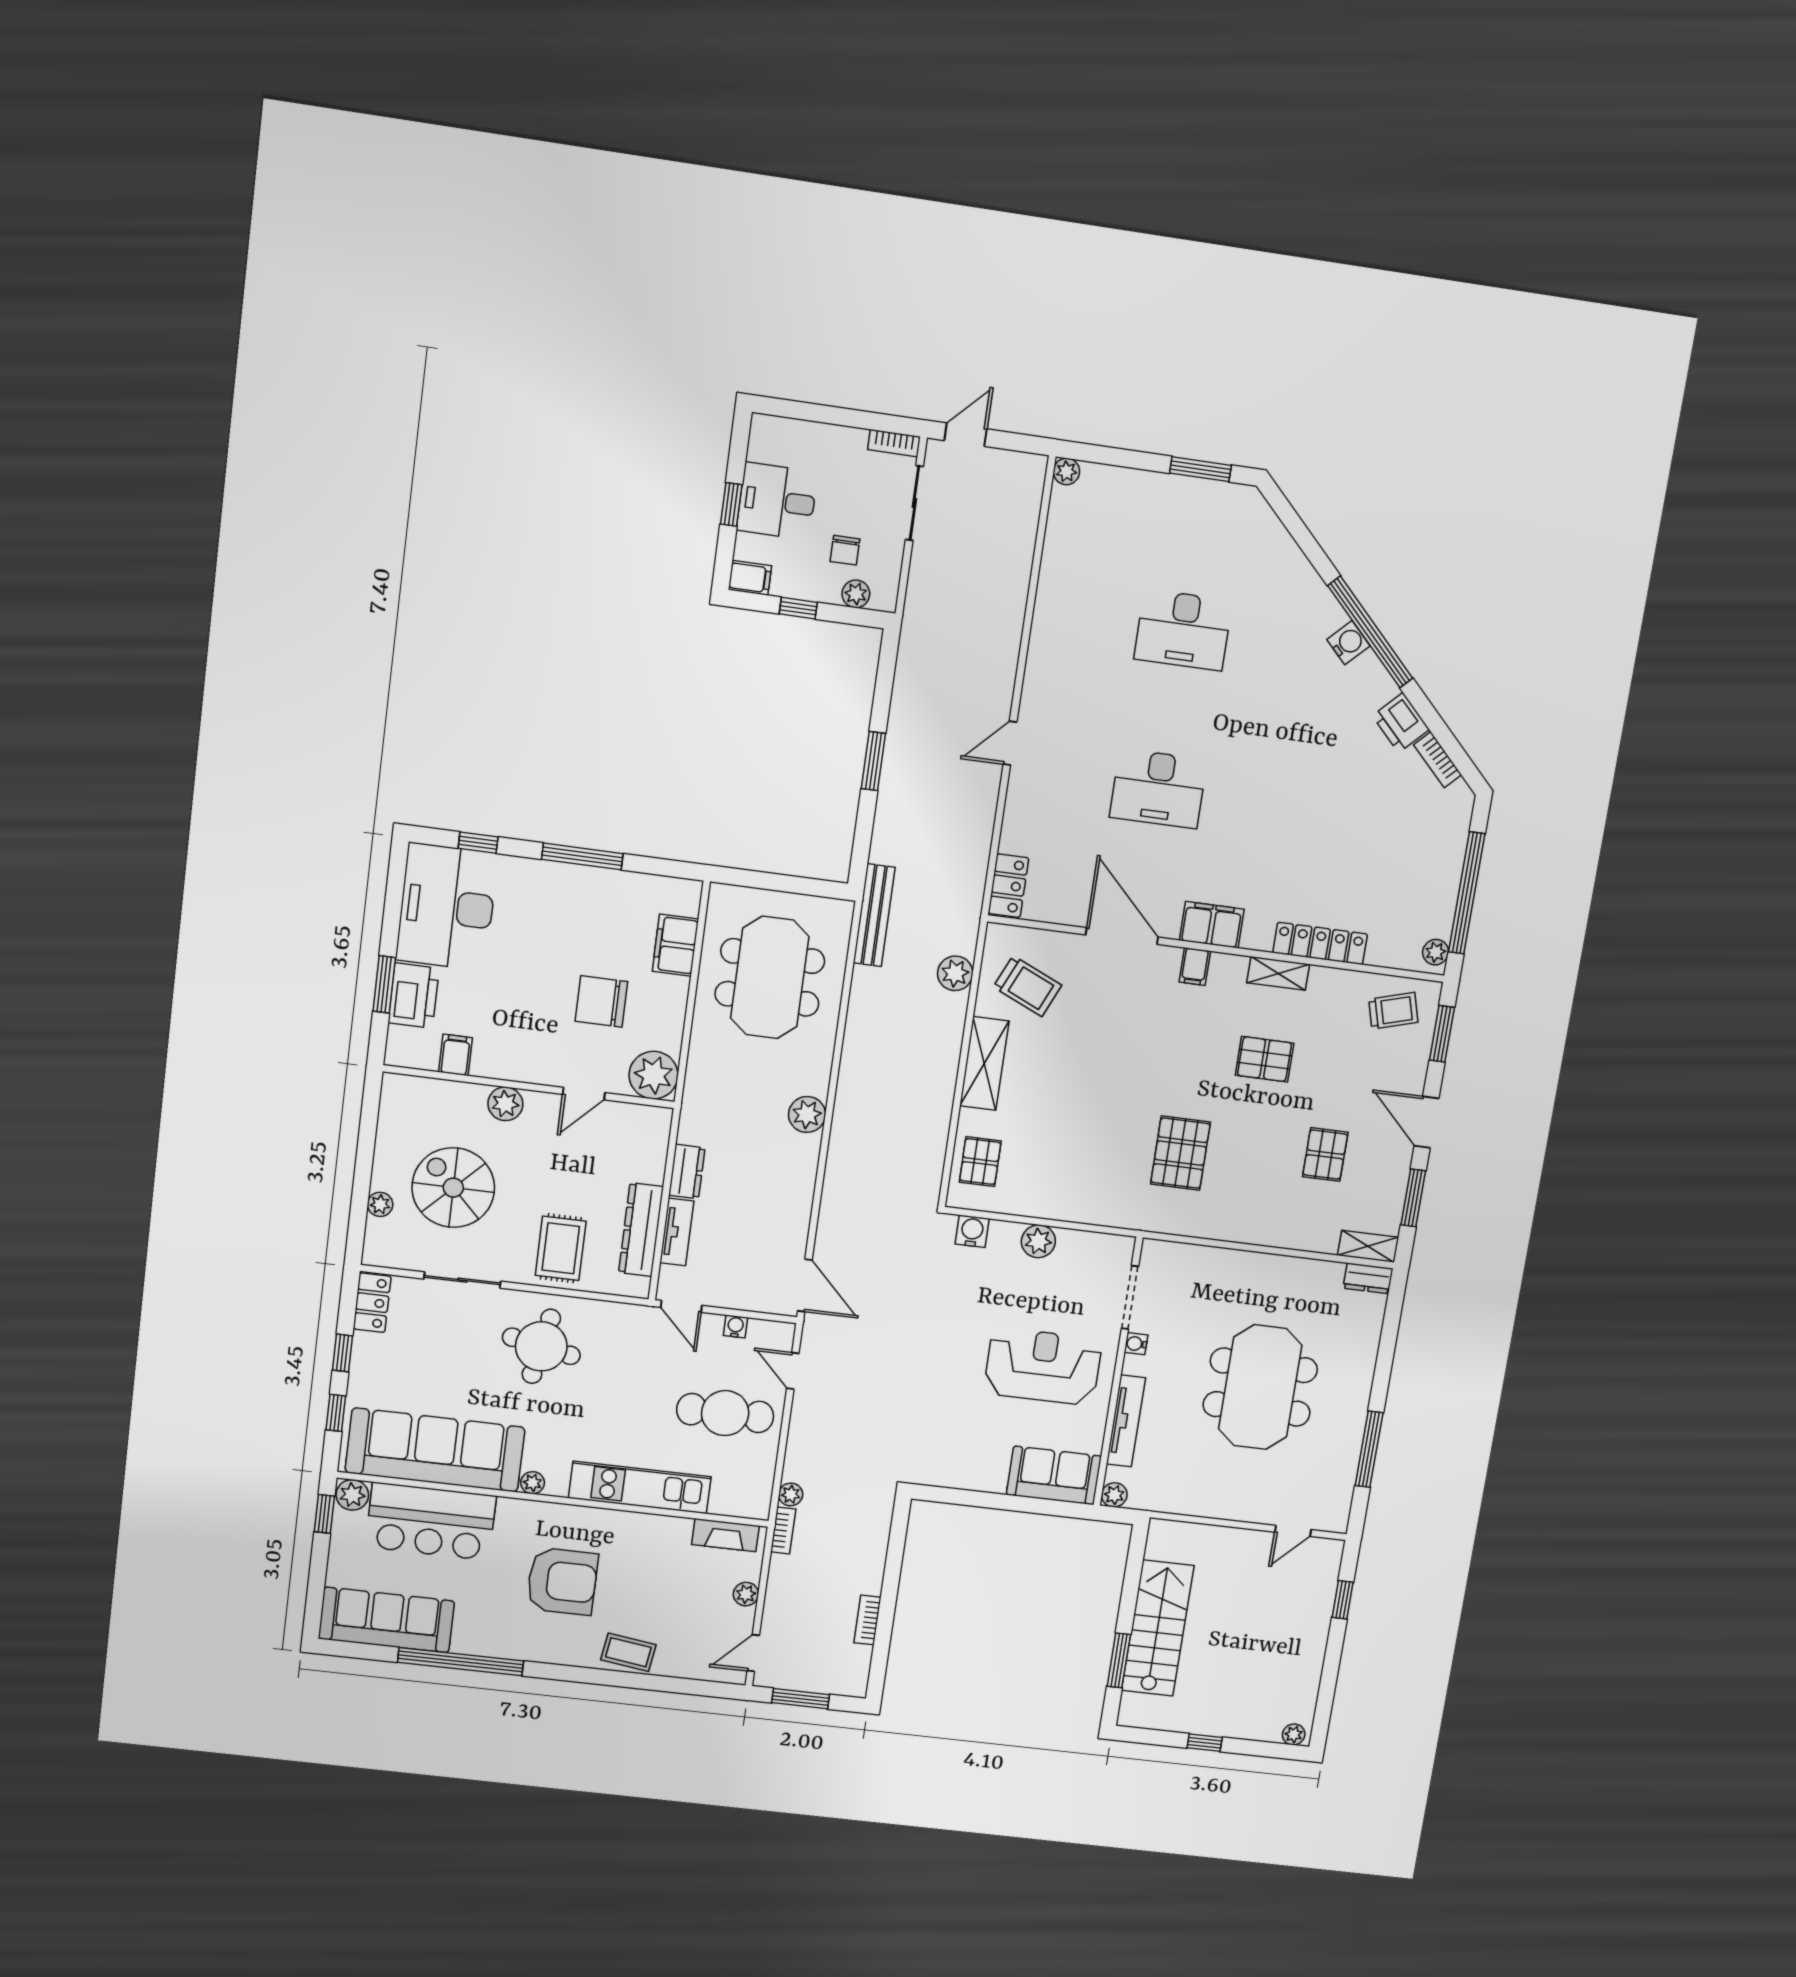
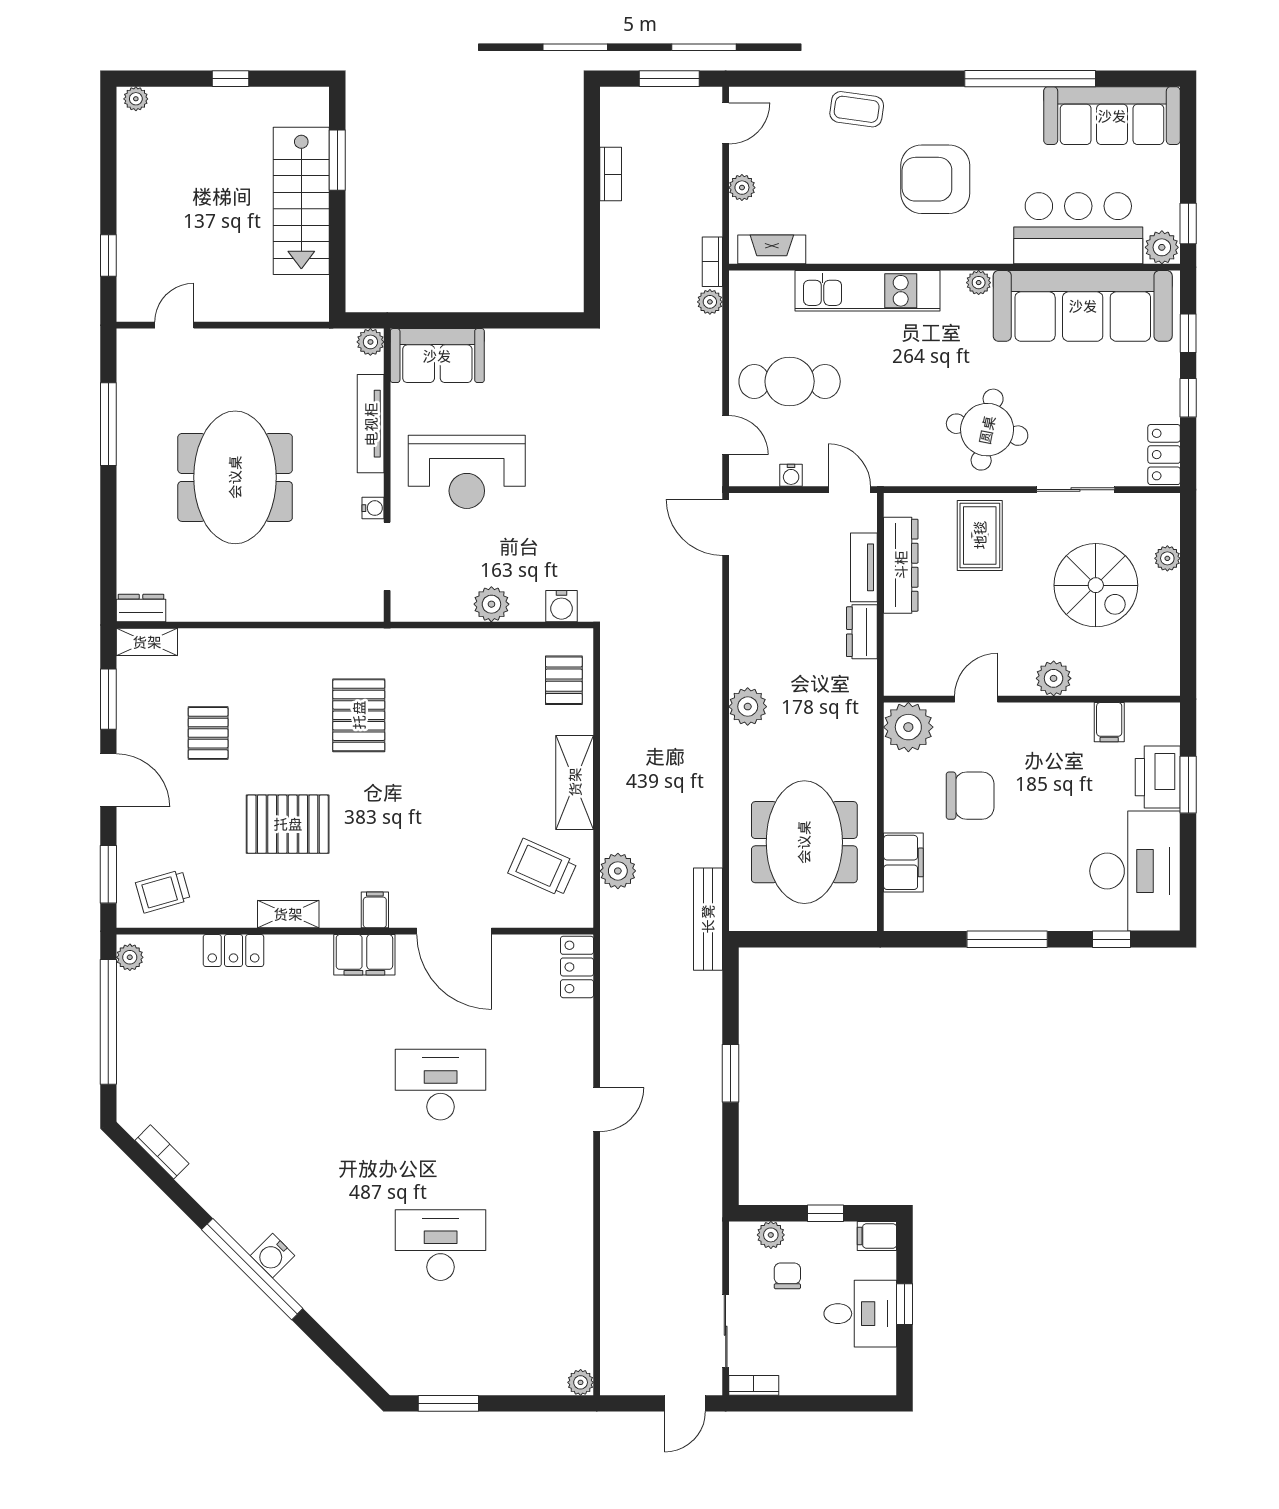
printer: (1401, 723) -> (206, 1184), removed
locker: (1320, 943) -> (233, 951), width x0.66
pallet: (1265, 1059) -> (288, 824), width x1.50, depth x1.42

